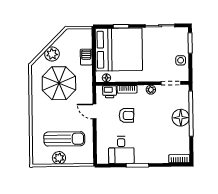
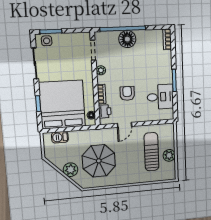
barbecue: (86, 57) -> (60, 137), moved
side table: (181, 60) -> (47, 41), moved

